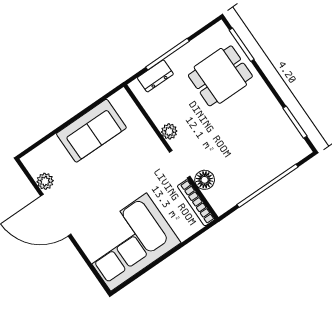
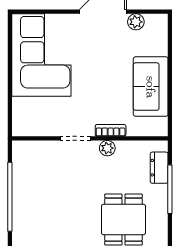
floor lamp: (205, 180) -> (49, 150), removed
bookcase: (196, 203) -> (111, 130), moved, width x0.64

